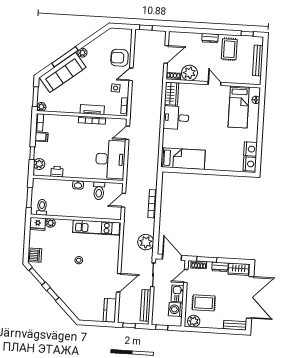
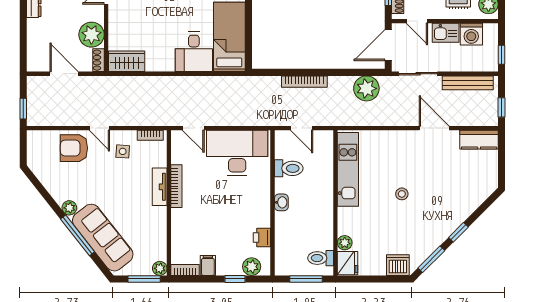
armchair: (119, 58) -> (74, 148), turned 90
desk: (176, 118) -> (194, 52), moved

